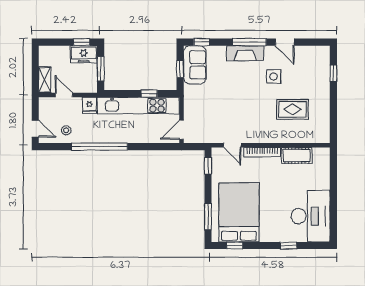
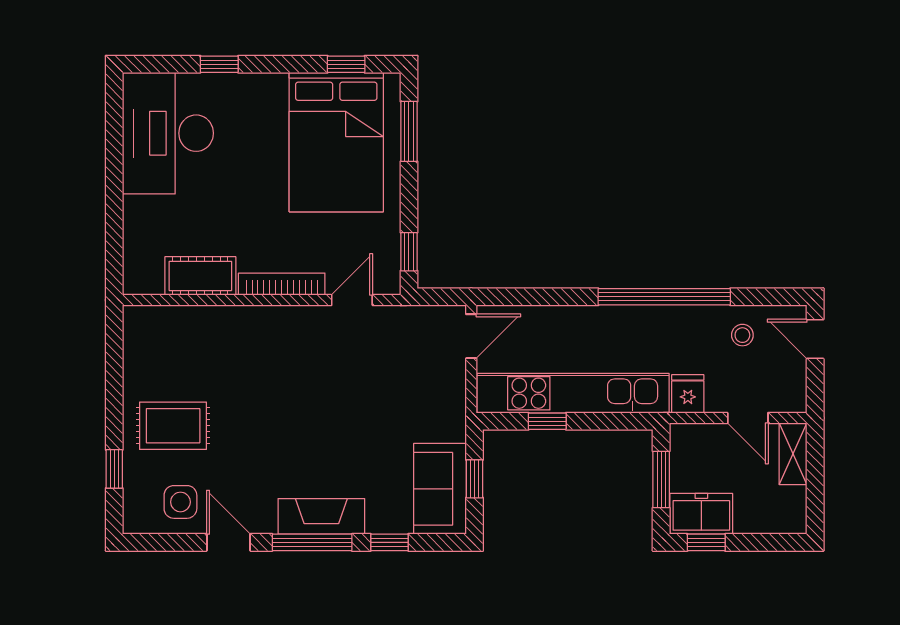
window: (202, 42) -> (390, 542), moved
side table: (274, 77) -> (180, 502), moved
rug: (293, 109) -> (173, 426), moved
door: (232, 145) -> (352, 300), hinge flipped

